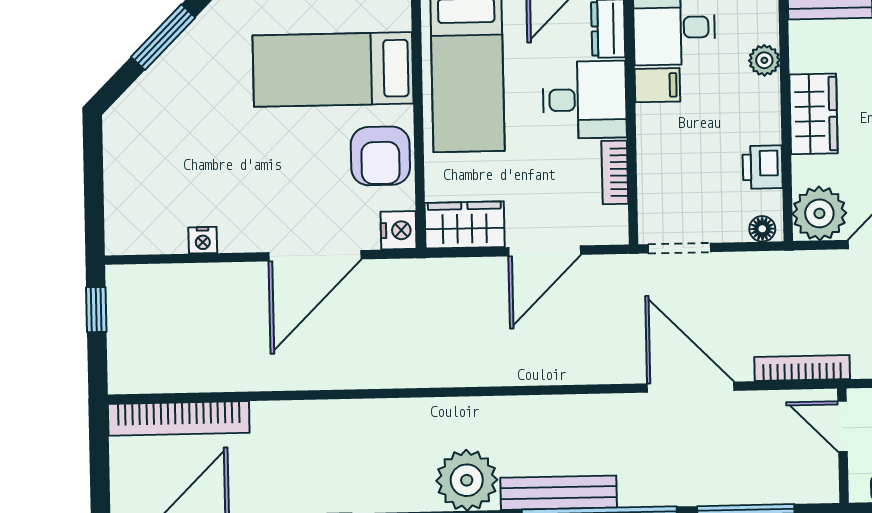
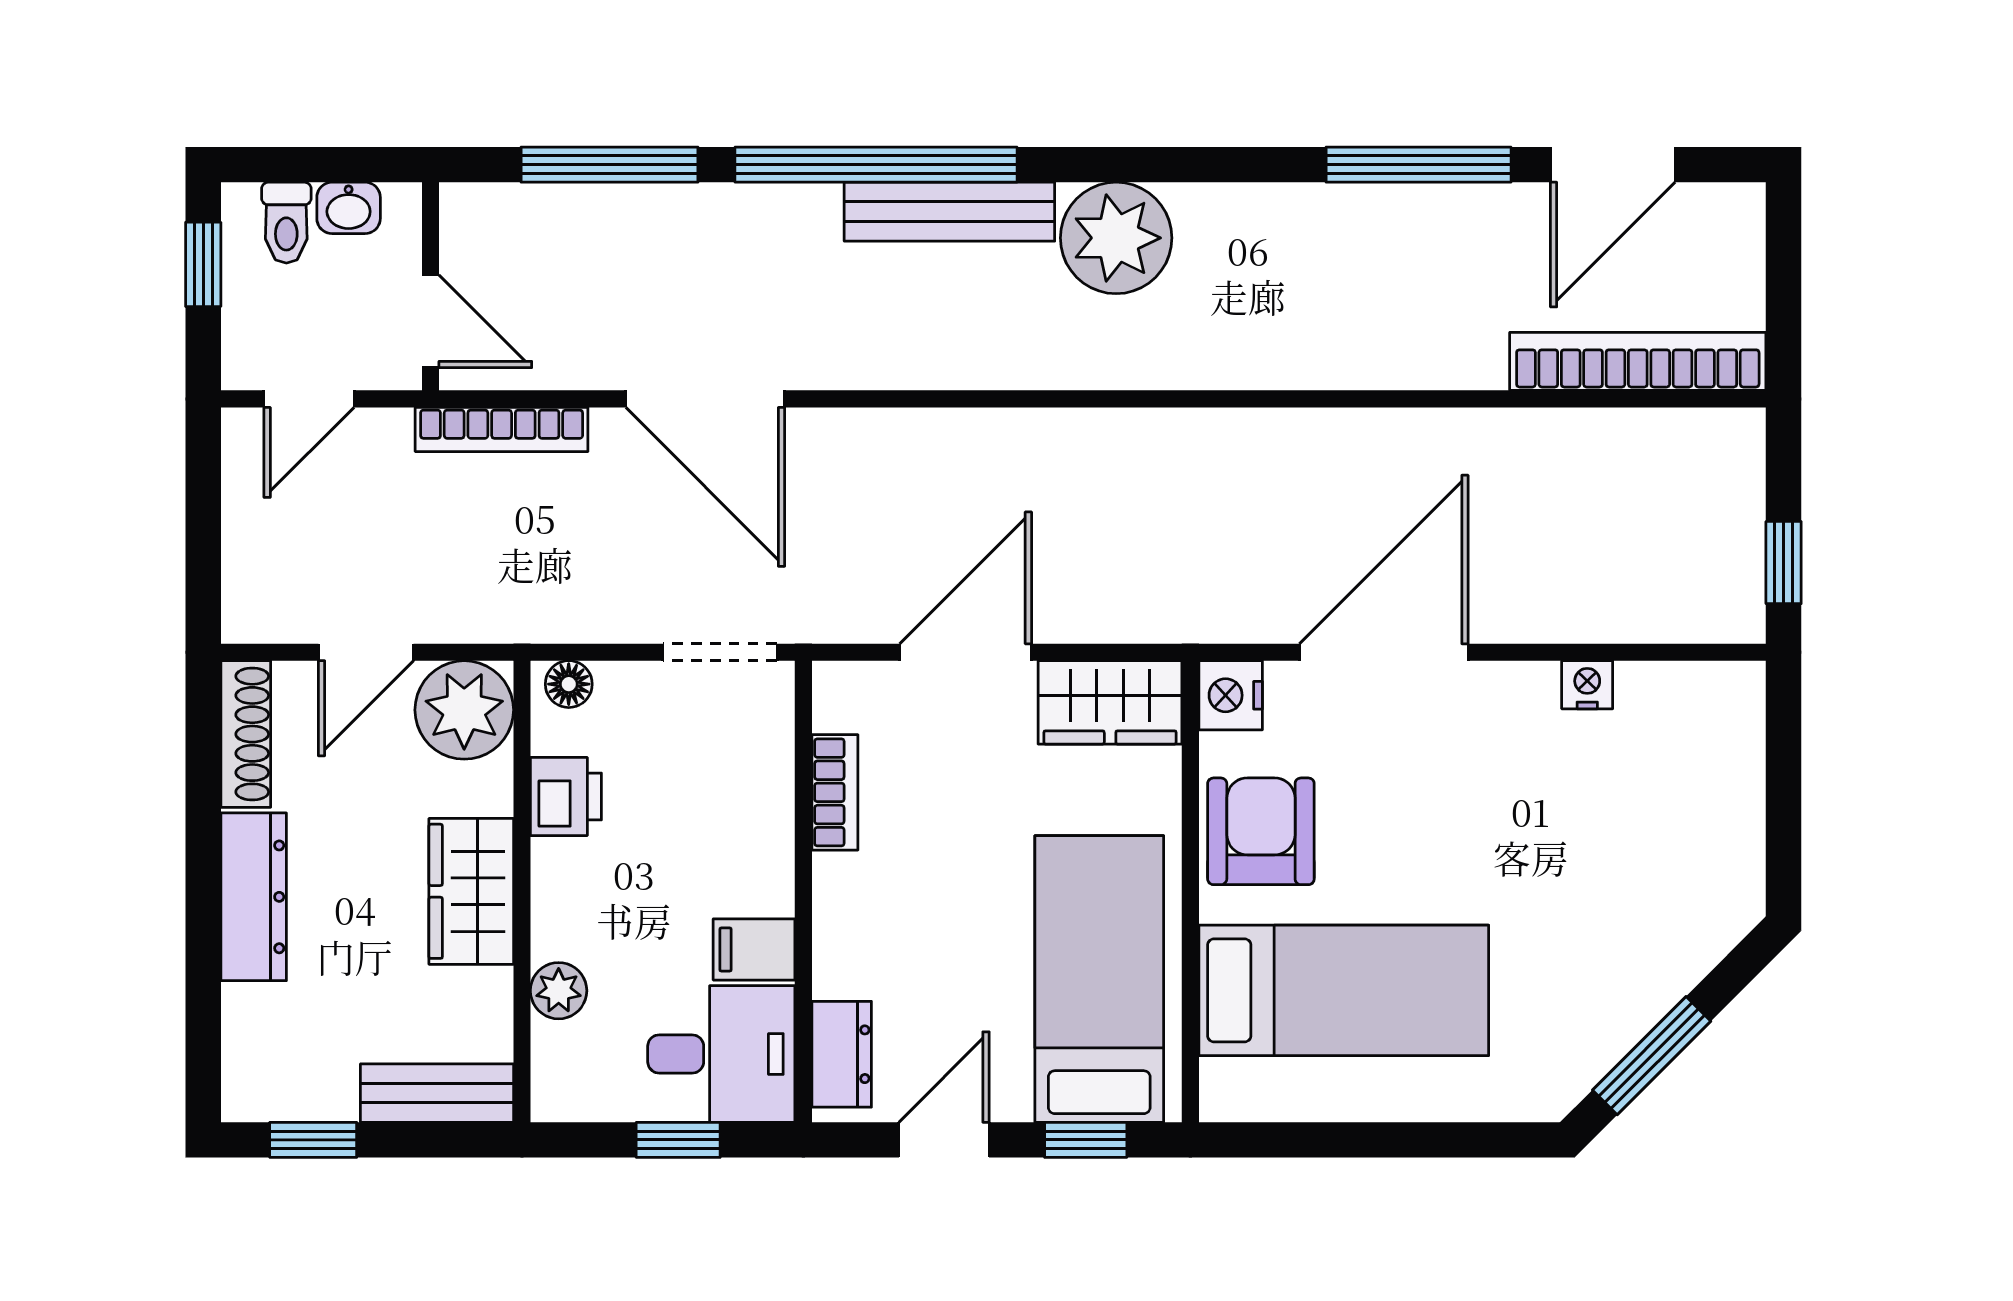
desk: (584, 100) -> (887, 926), removed

